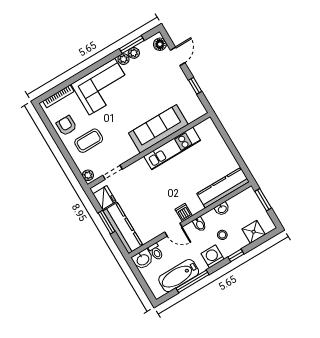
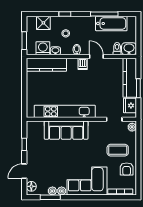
kitchen unit: (172, 148) -> (65, 111), width x1.36
washing machine: (213, 256) -> (43, 48), moved, turned 180

